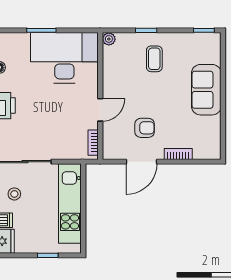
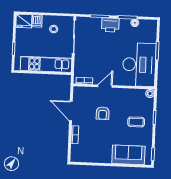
sofa: (206, 90) -> (128, 155), moved
door: (100, 110) -> (105, 86), swing flipped
armchair: (145, 128) -> (103, 113), moved

